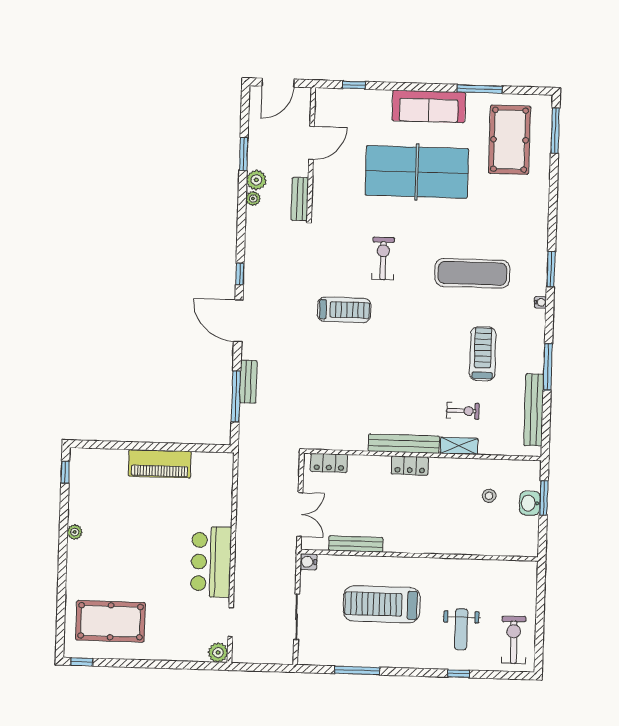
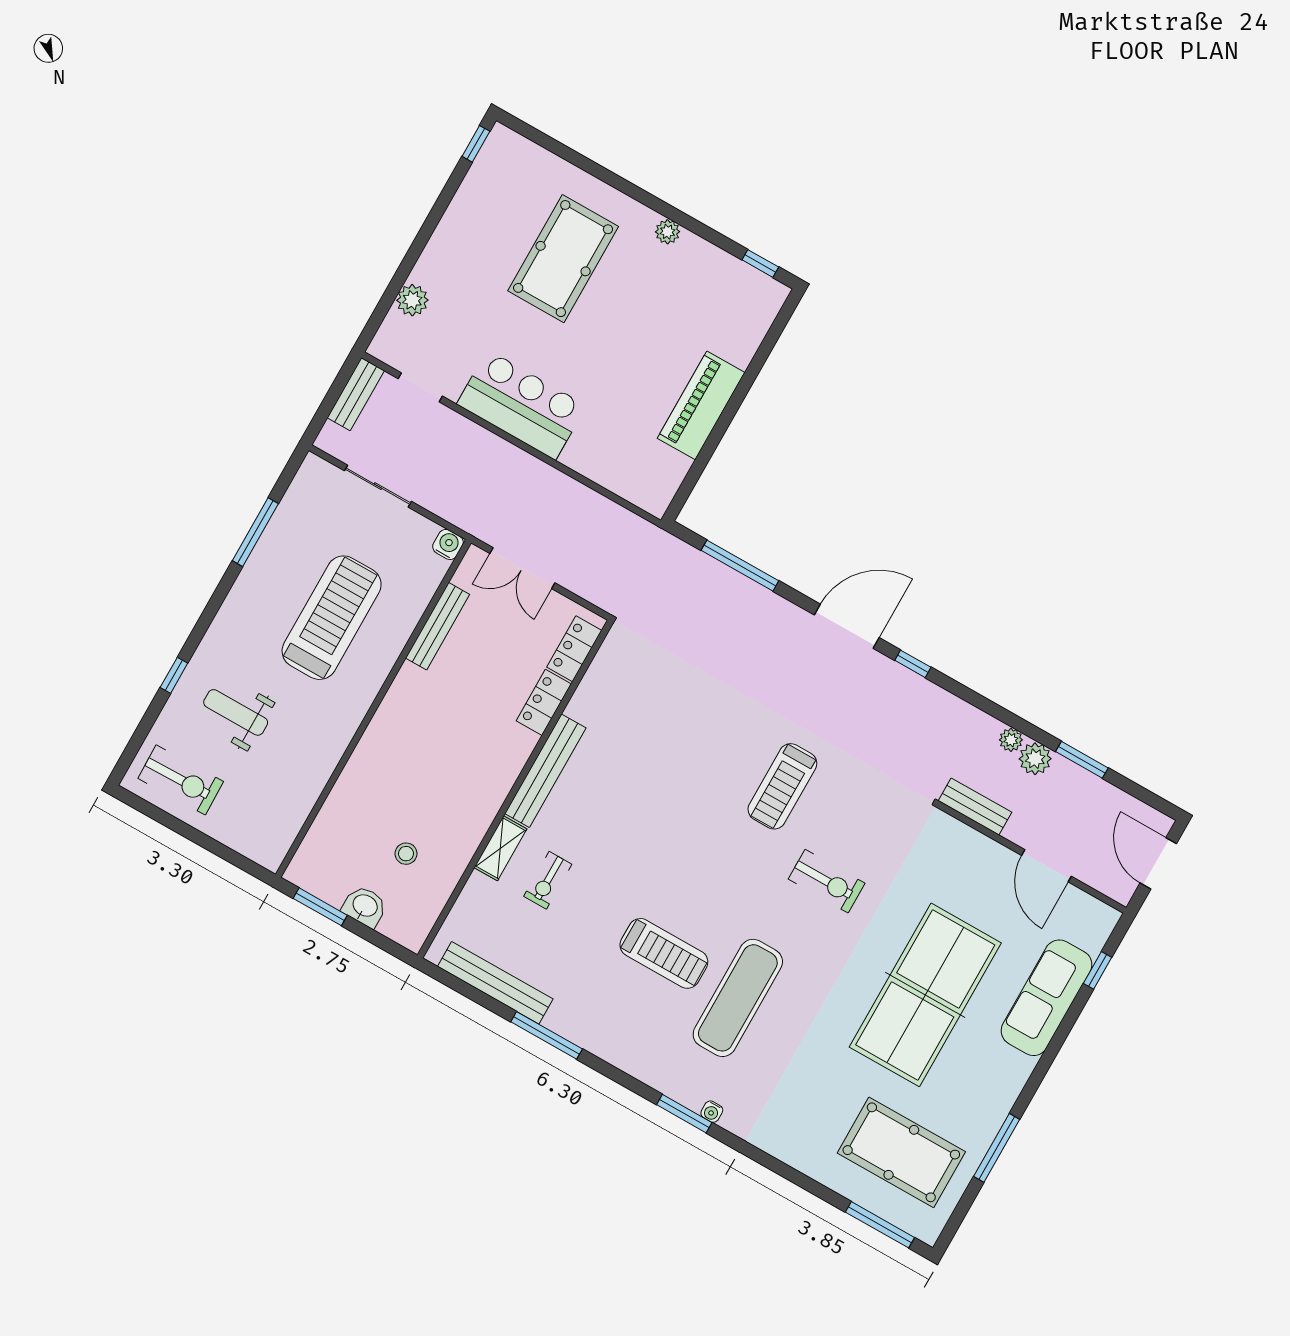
sofa: (429, 106) -> (1047, 998), moved
water cooler: (540, 302) -> (712, 1112), moved
treadmill: (483, 354) -> (664, 953), moved
bench: (248, 382) -> (356, 394), moved, turned 90
locker: (410, 466) -> (544, 702), moved
window: (544, 498) -> (320, 907), moved
pool table: (111, 621) -> (563, 259), moved
plant: (218, 653) -> (412, 300), moved

